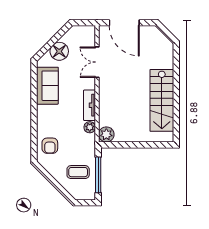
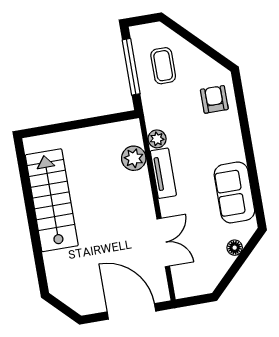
floor lamp: (59, 51) -> (235, 248), width x0.53, depth x0.53
plant: (106, 134) -> (134, 158), moved
coffee table: (78, 172) -> (163, 66), turned 90

